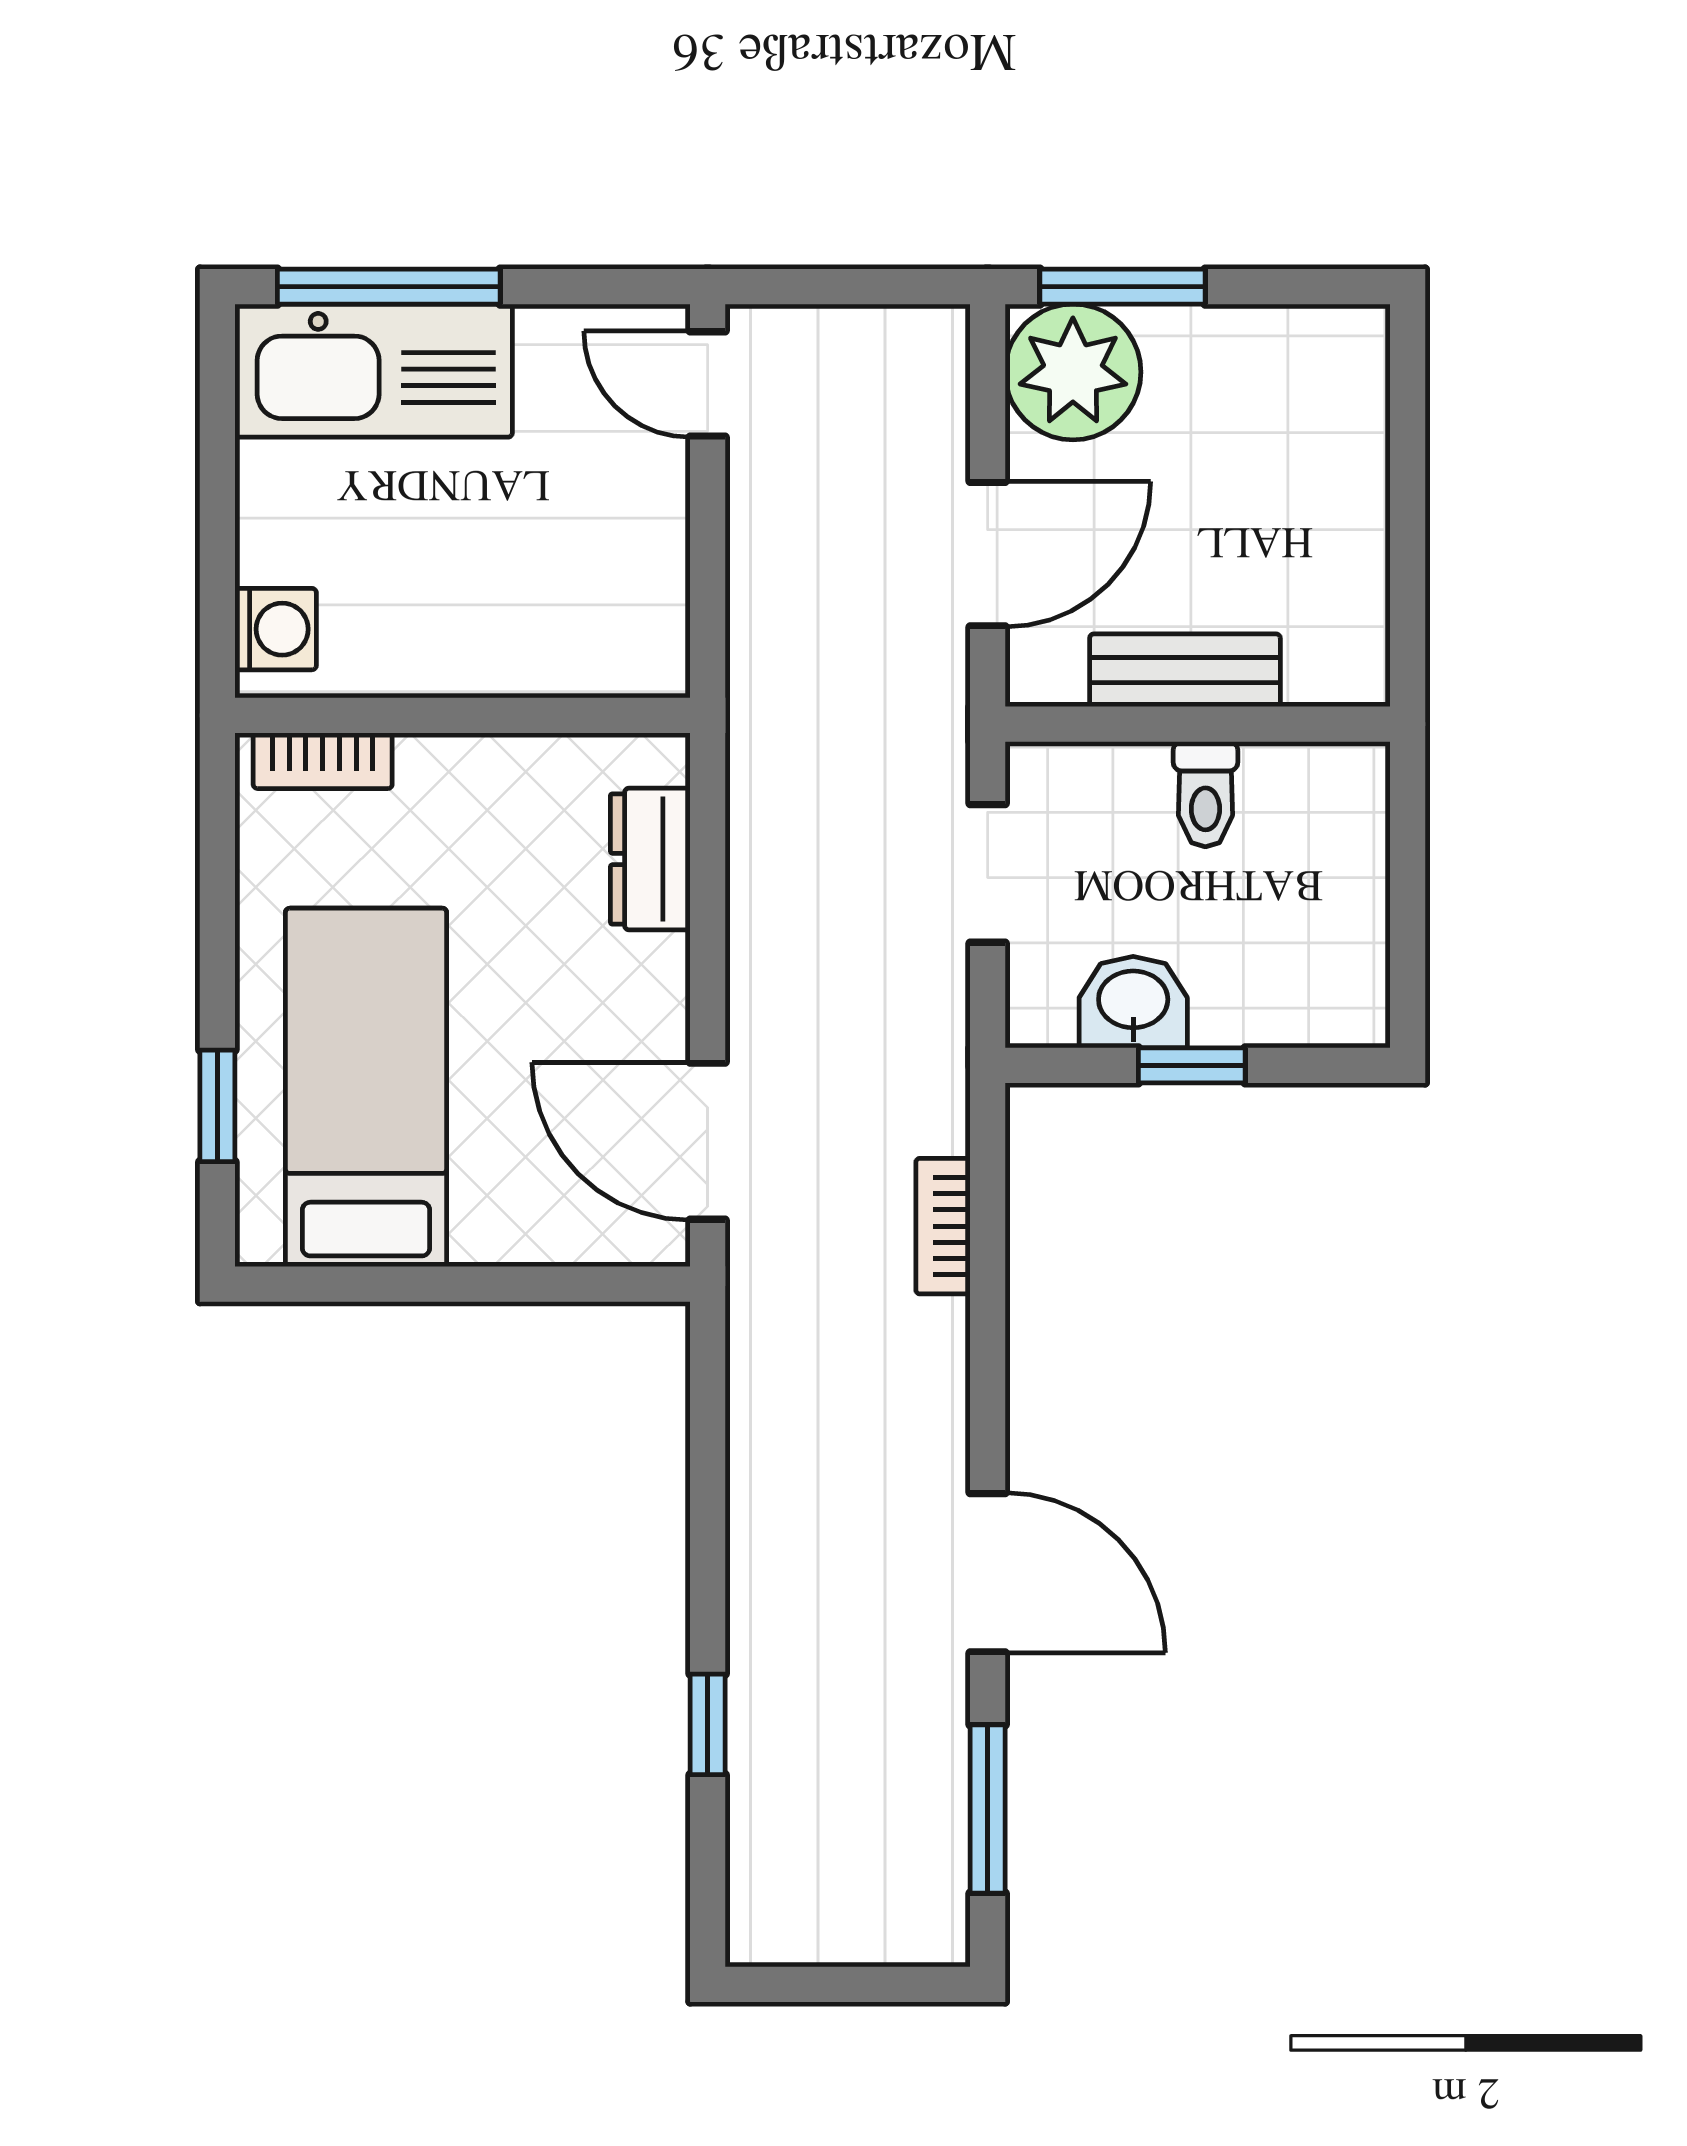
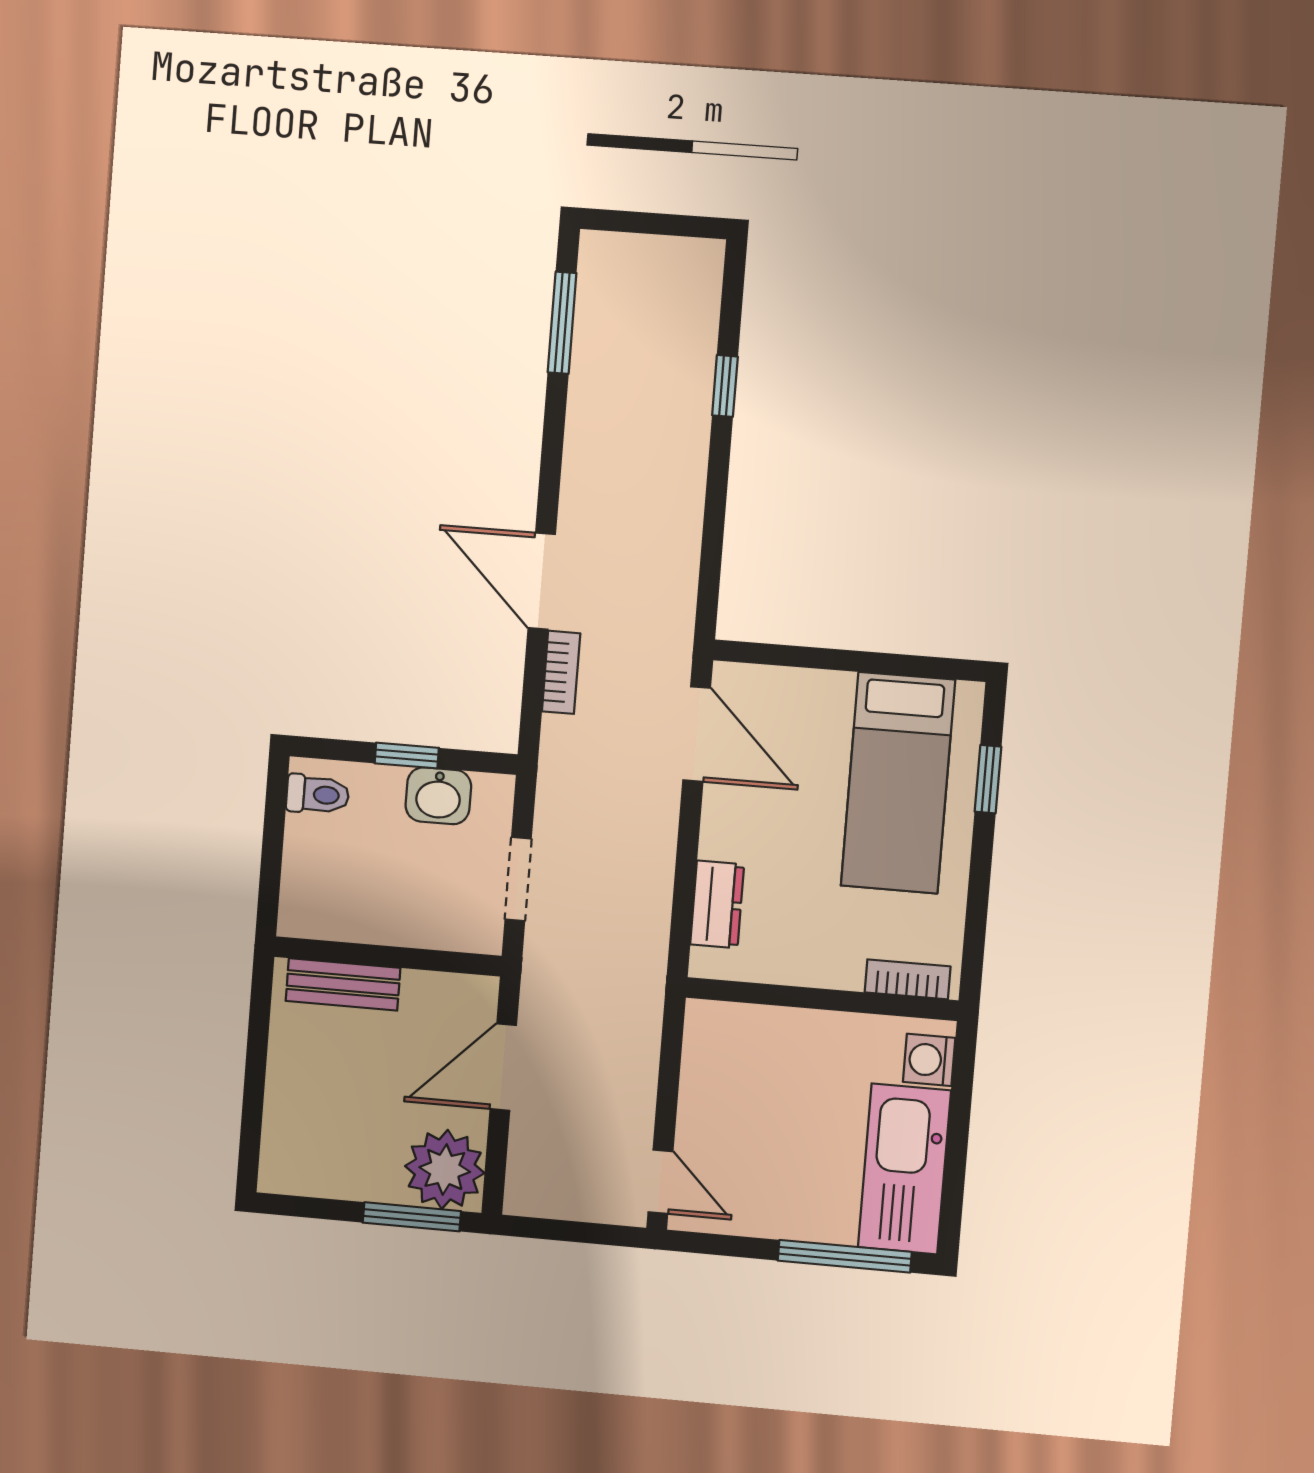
kitchen sink: (374, 371) -> (904, 1169), moved, turned -90
bench: (1185, 670) -> (343, 984), moved
toilet: (1205, 794) -> (318, 794), moved, turned 90
door: (988, 1573) -> (542, 581), moved

